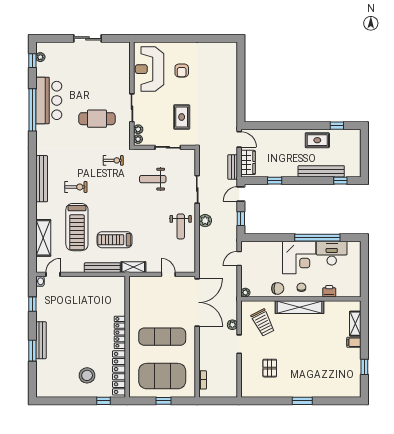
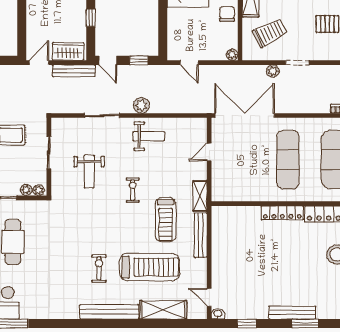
exercise bike: (113, 160) -> (133, 190), moved
bench: (233, 167) -> (74, 71), width x1.36
bench: (42, 179) -> (109, 312), moved

